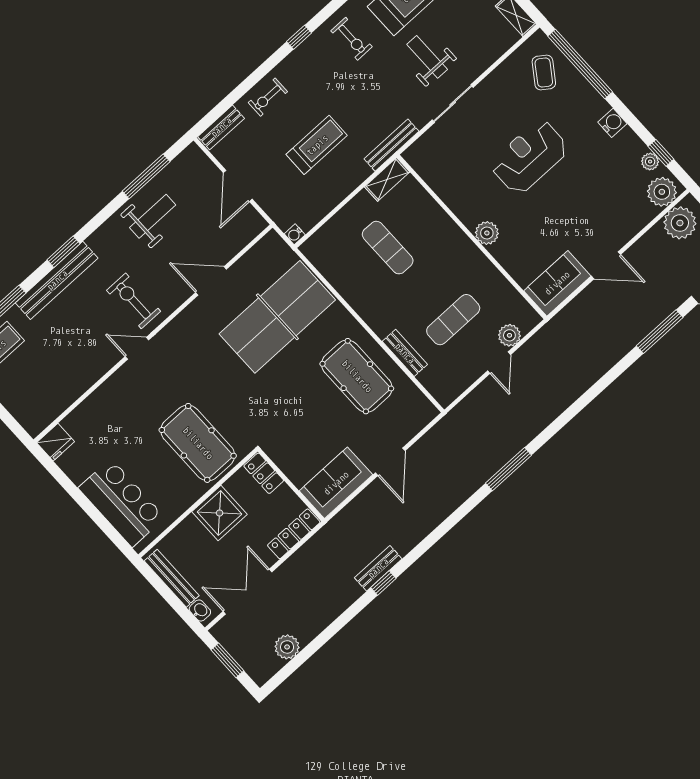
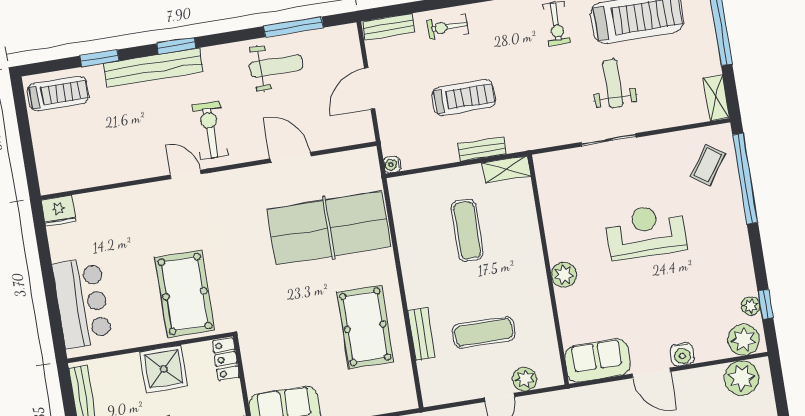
water cooler: (612, 123) -> (682, 354), moved, turned 90
bench: (392, 145) -> (482, 149), moved, width x0.73

